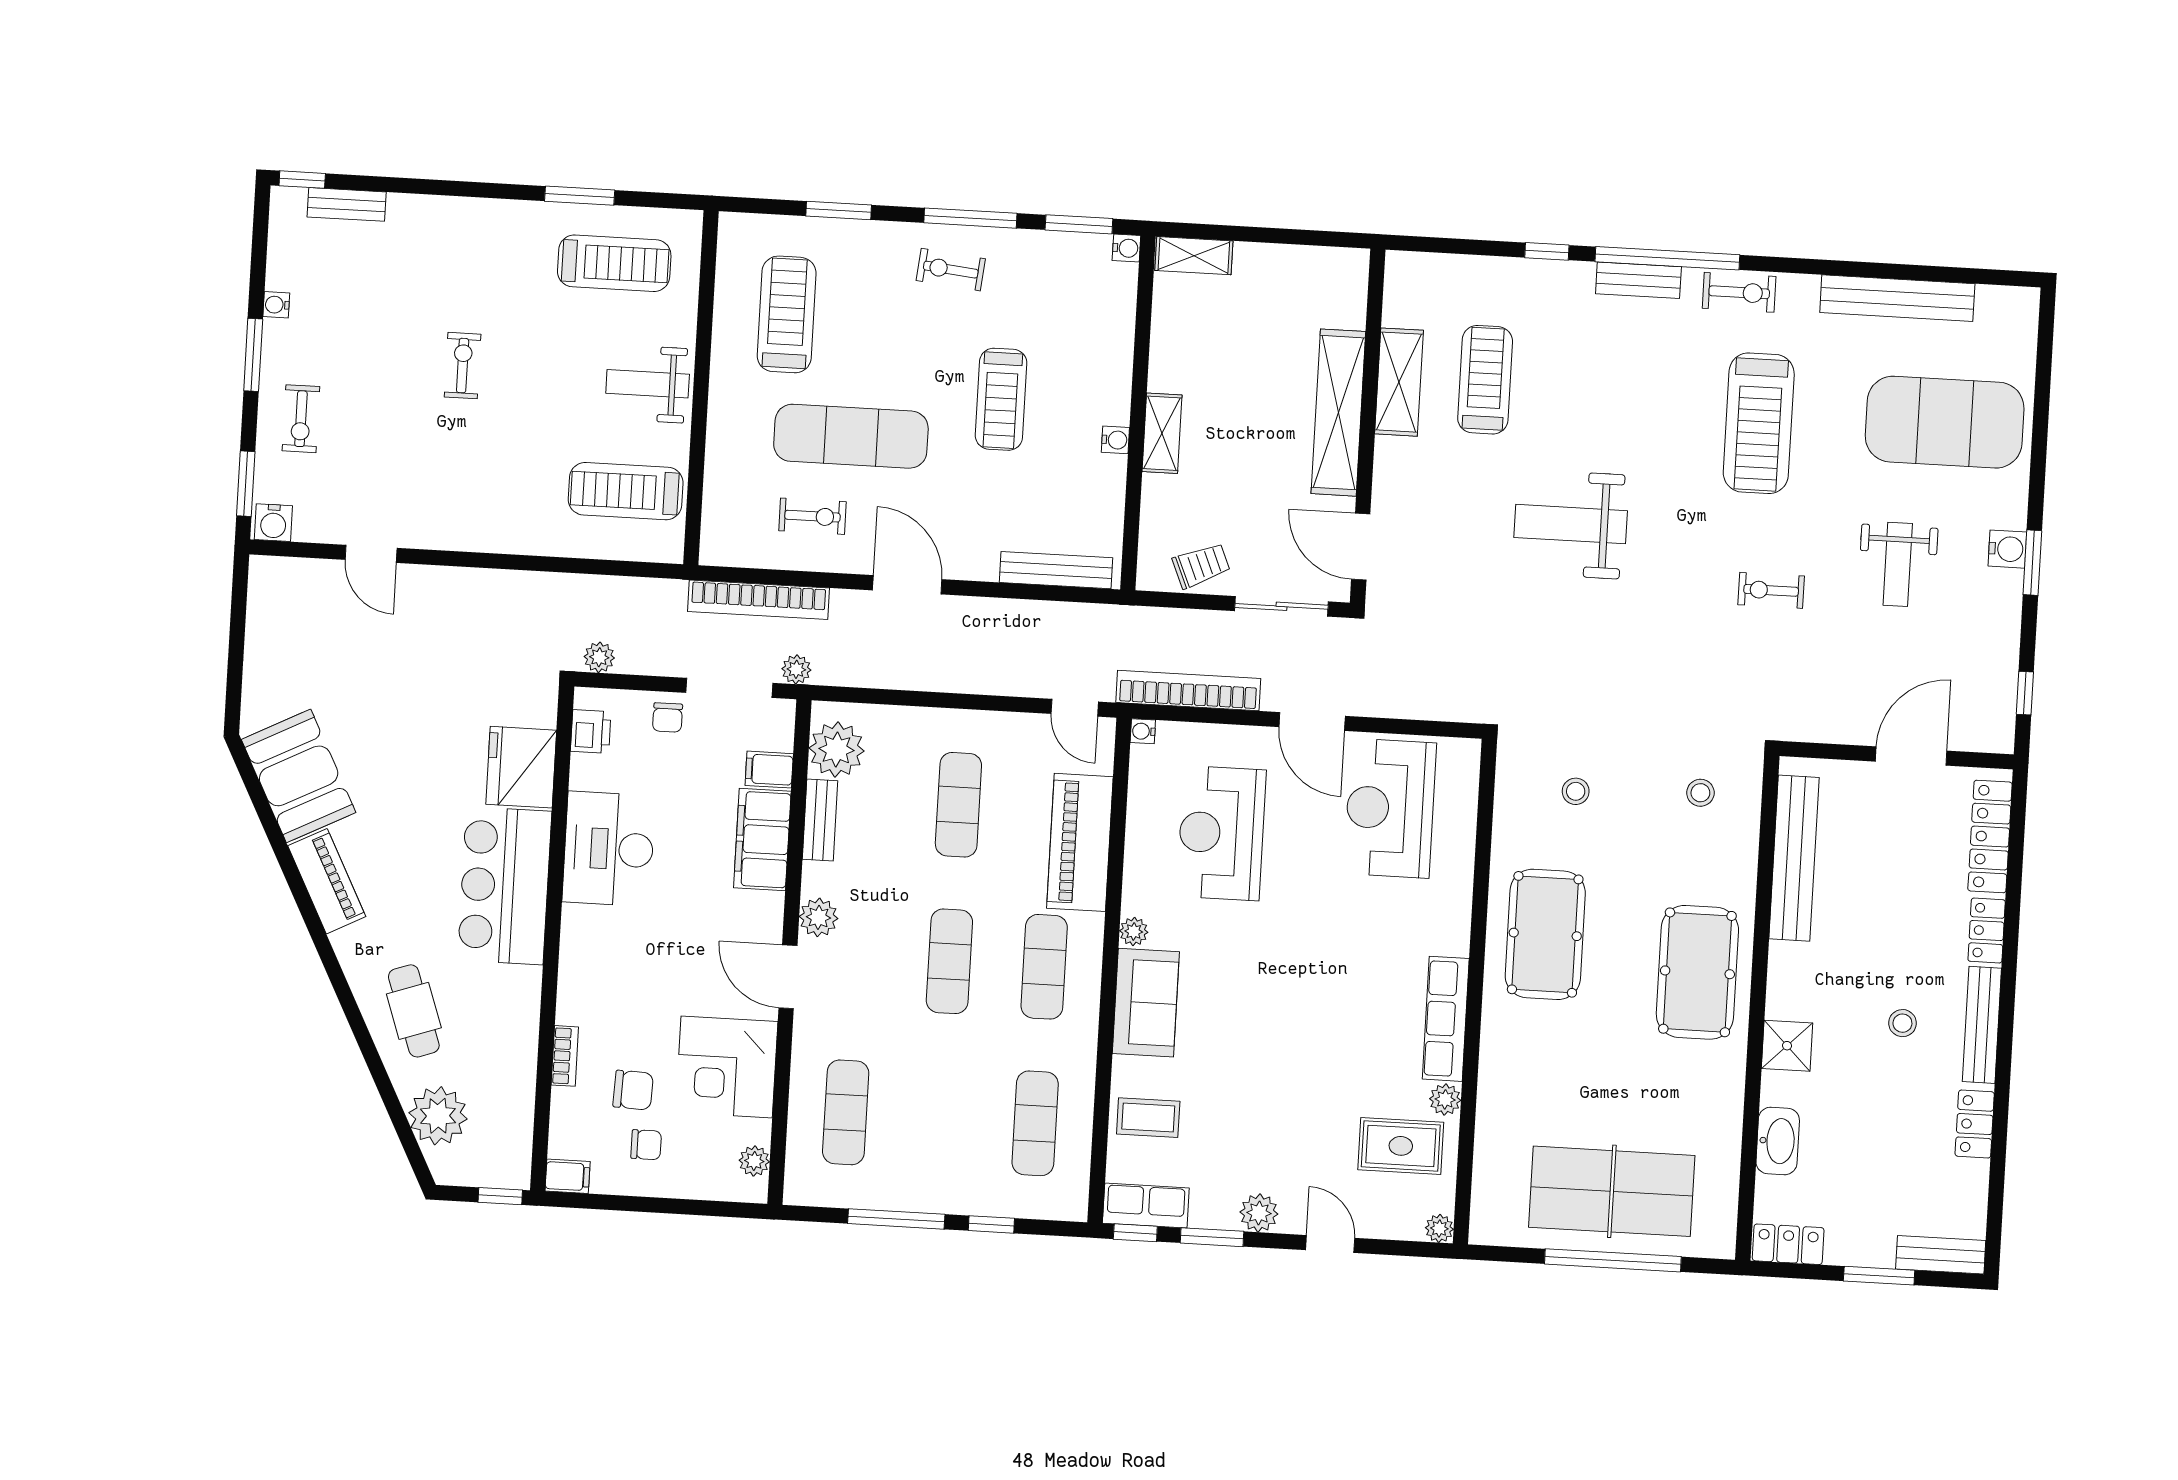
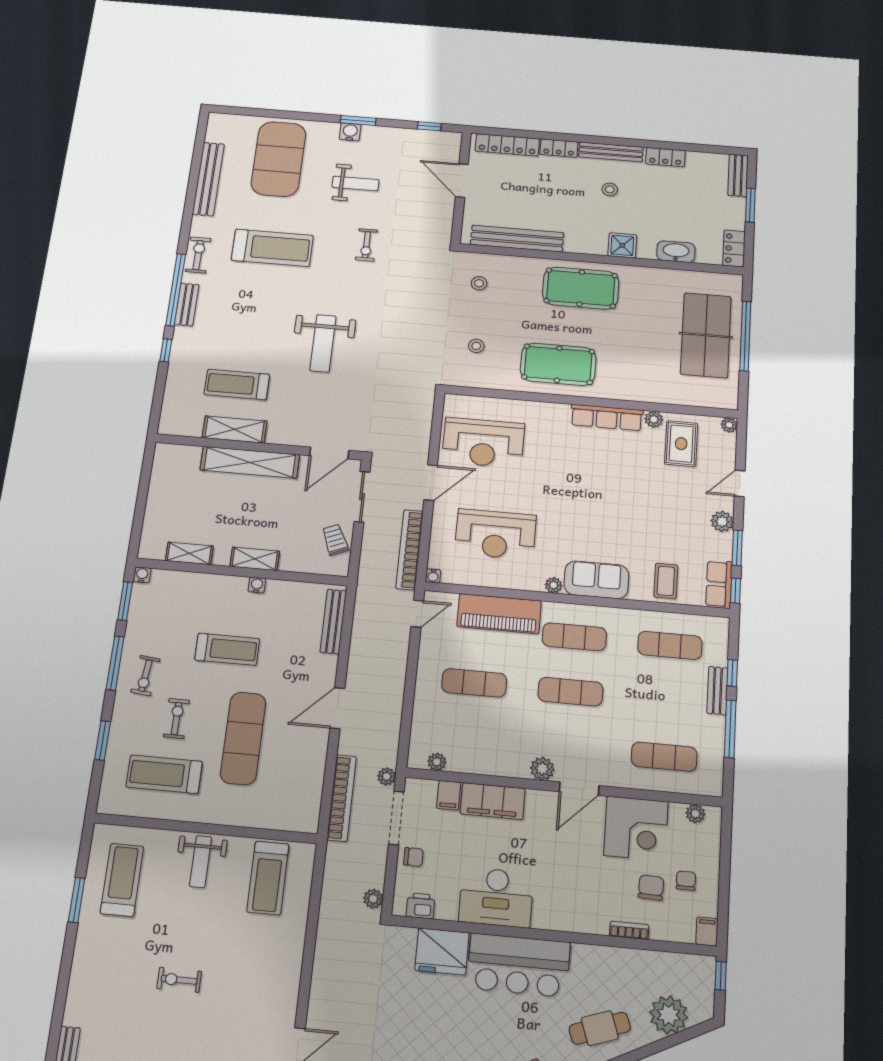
shelving: (1194, 256) -> (189, 553), moved, turned 90
exercise bike: (812, 516) -> (176, 719), moved
plant: (837, 750) -> (437, 762), width x0.53, depth x0.53
bench: (820, 820) -> (717, 691), moved, turned 90

